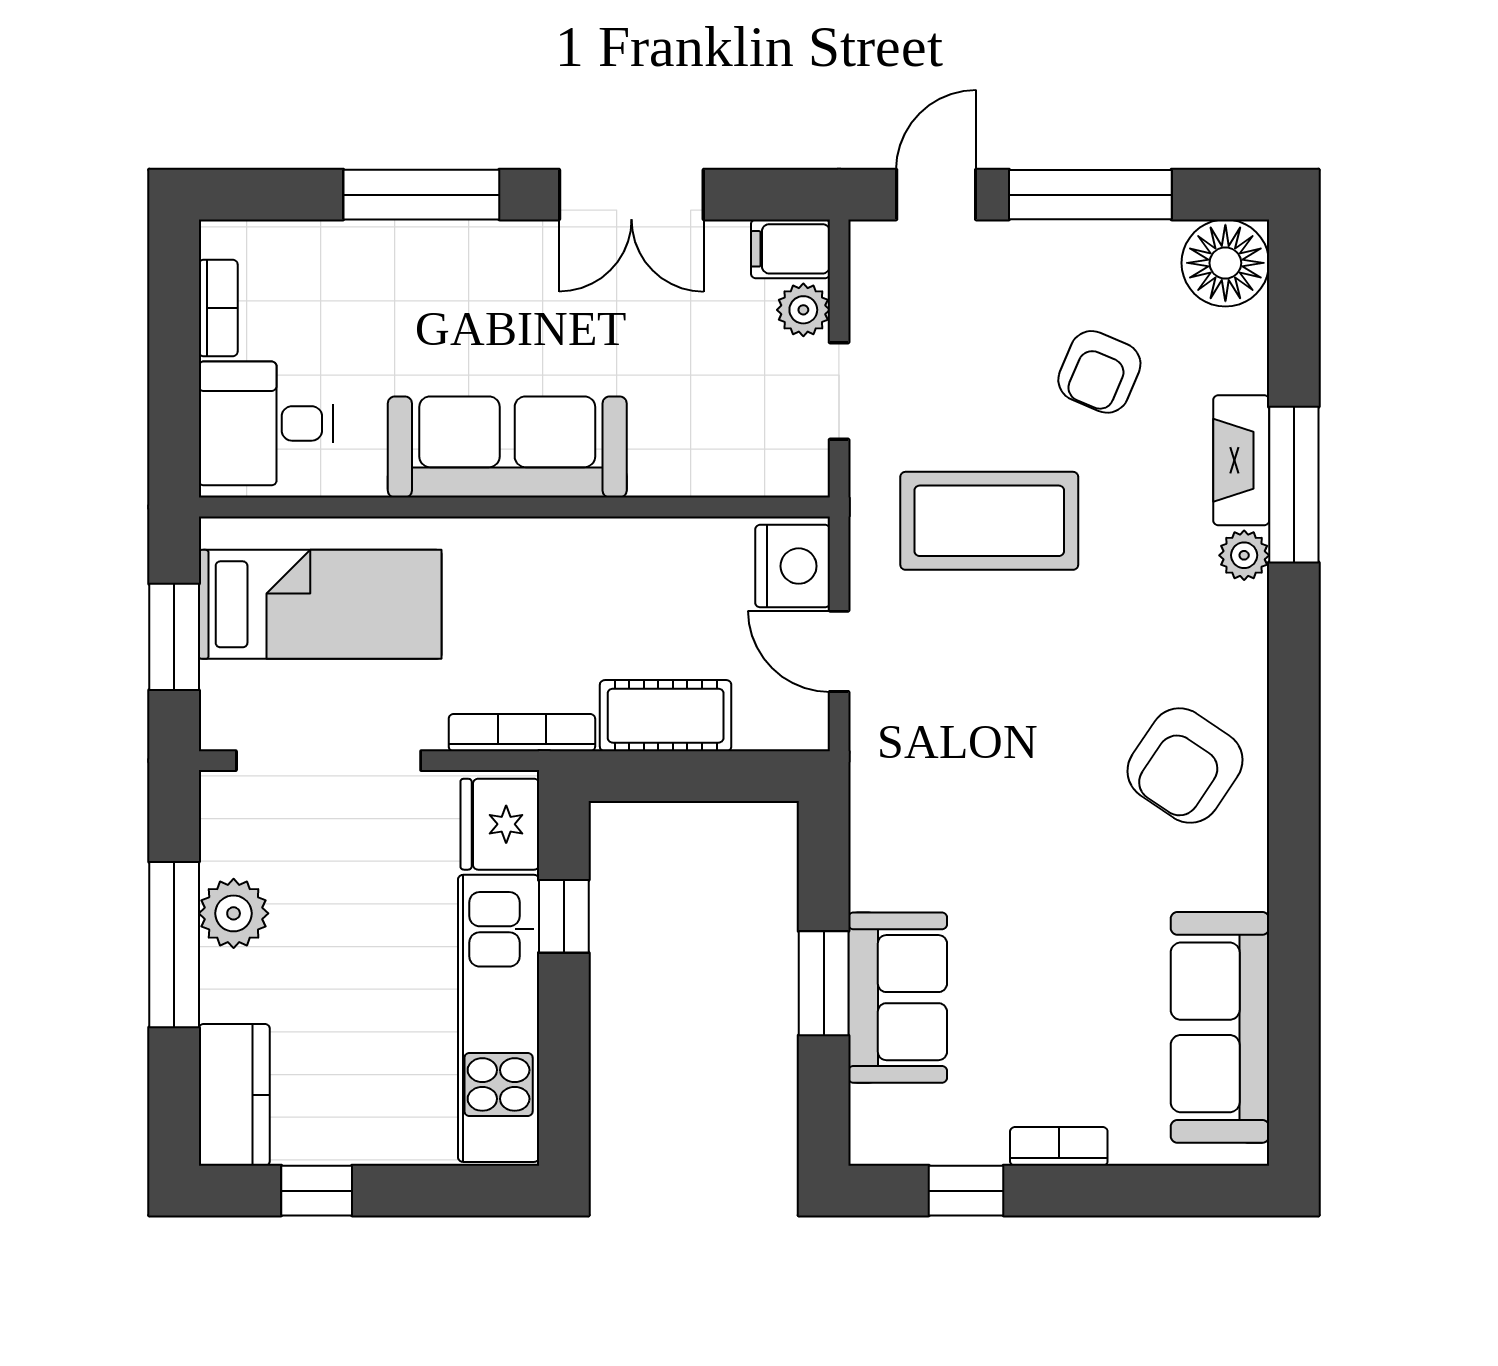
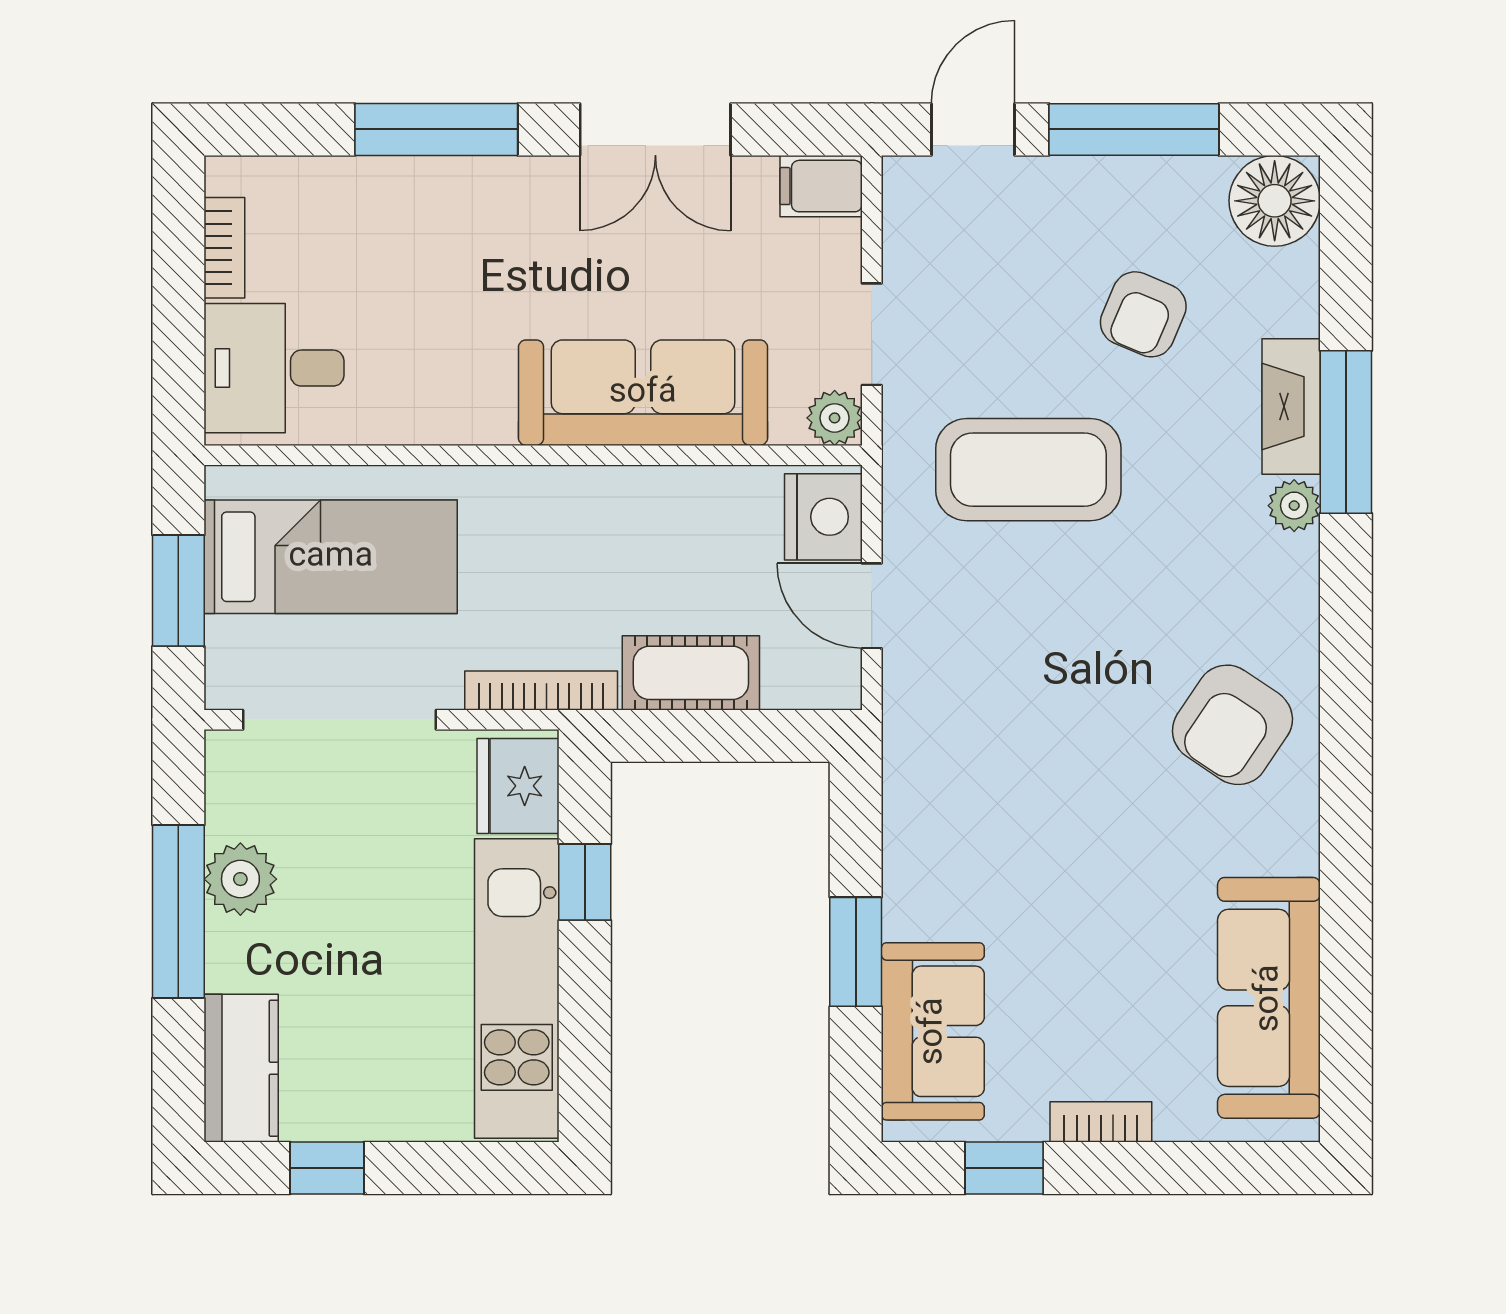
plant: (803, 310) -> (835, 418), moved
sofa: (507, 447) -> (643, 393), moved
sofa: (898, 998) -> (933, 1031), moved

